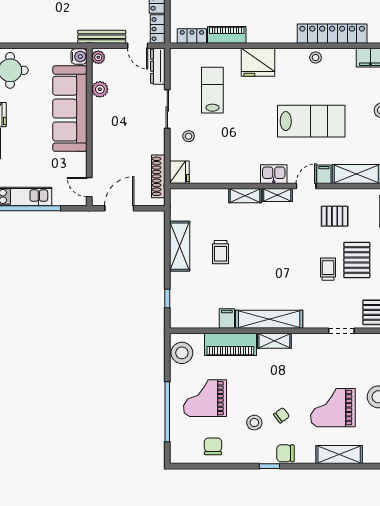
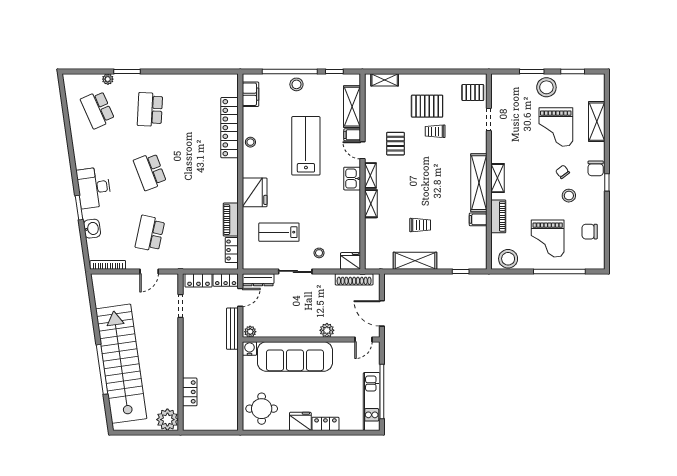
plant: (100, 89) -> (327, 330), moved
pallet: (335, 216) -> (395, 144), moved
piano: (230, 344) -> (498, 216), width x0.73, depth x0.75

